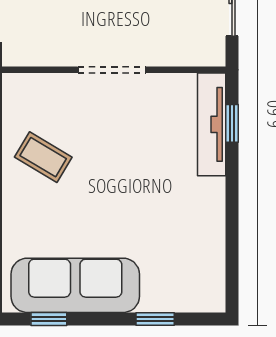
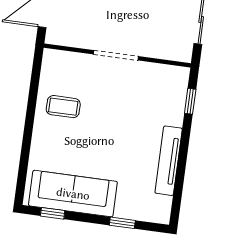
tv unit: (212, 124) -> (169, 161), moved
coffee table: (43, 157) -> (63, 107), turned -31

